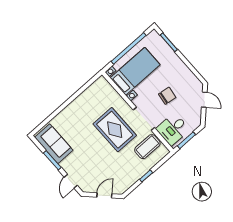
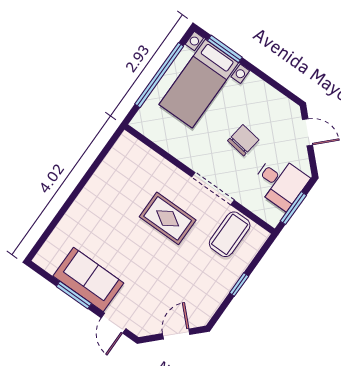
bed with nightstands: (135, 71) -> (199, 84), moved, turned 180
desk: (173, 129) -> (280, 182), moved, turned -90
rug: (115, 130) -> (168, 218), width x0.73, depth x0.70
sofa: (54, 144) -> (88, 280), moved

